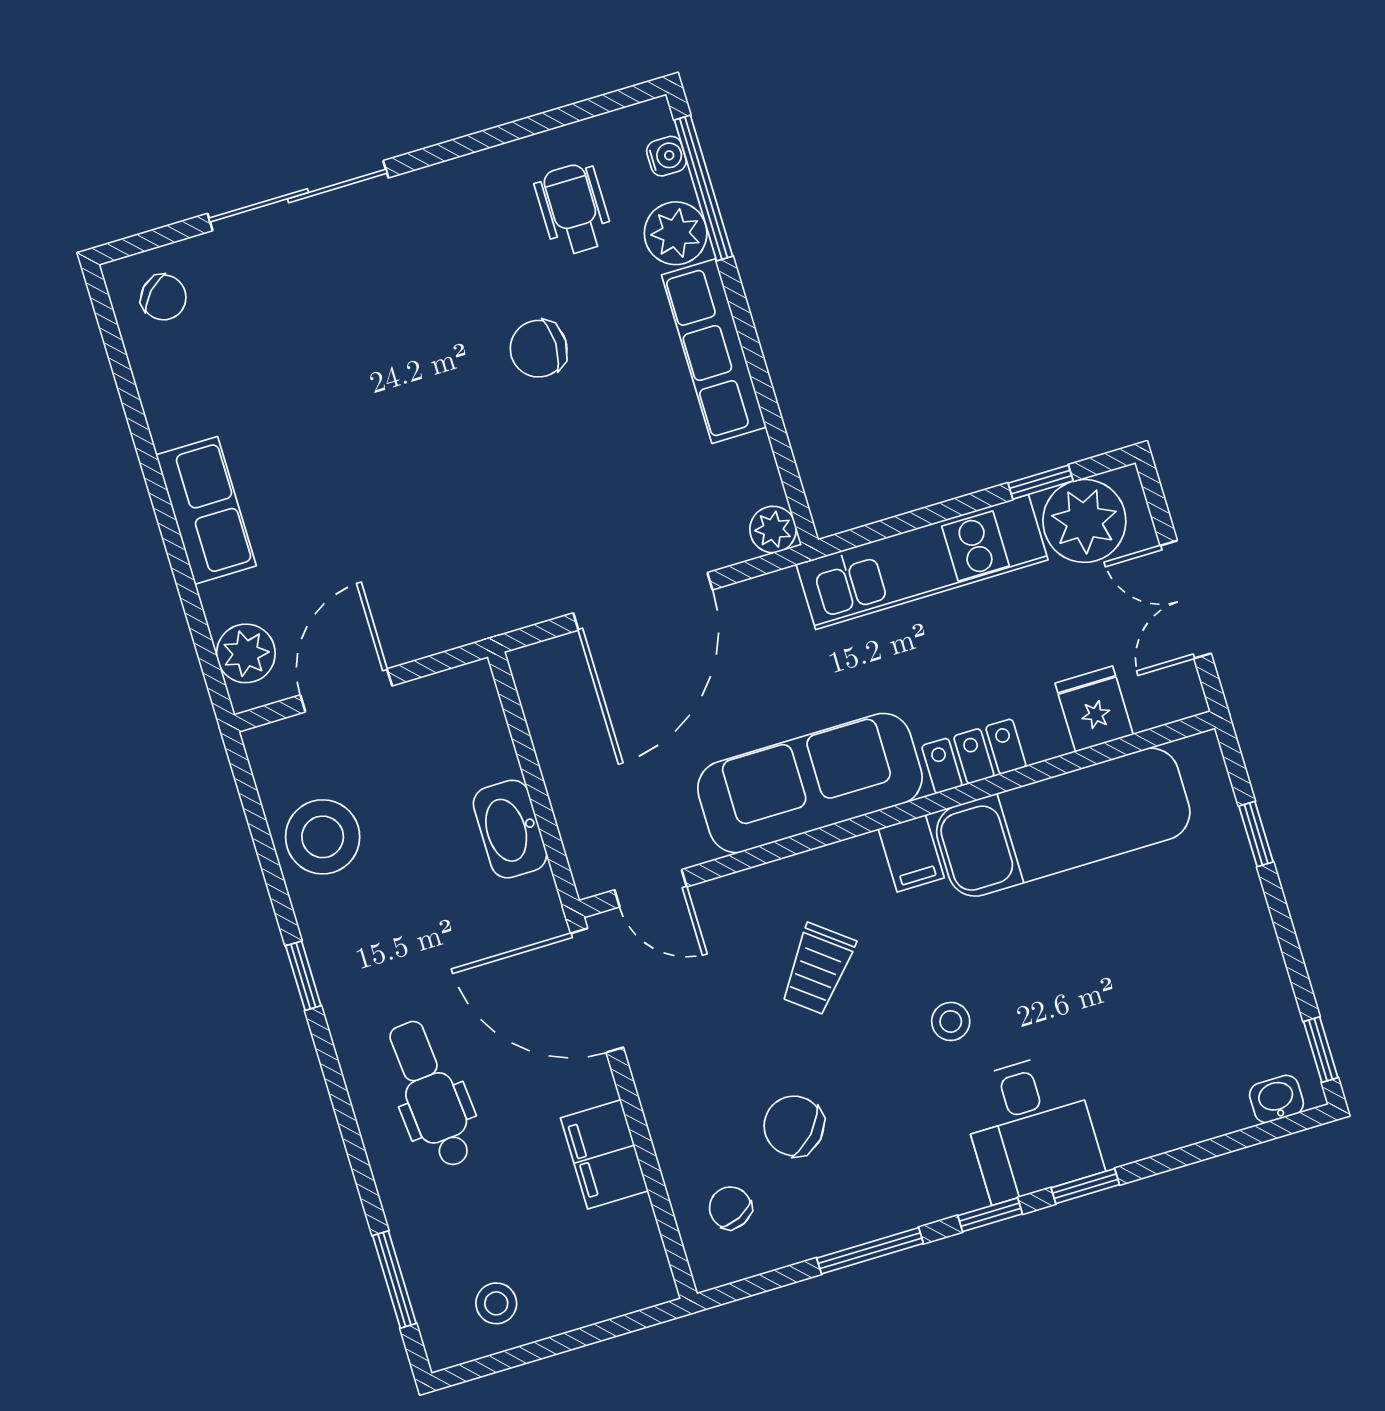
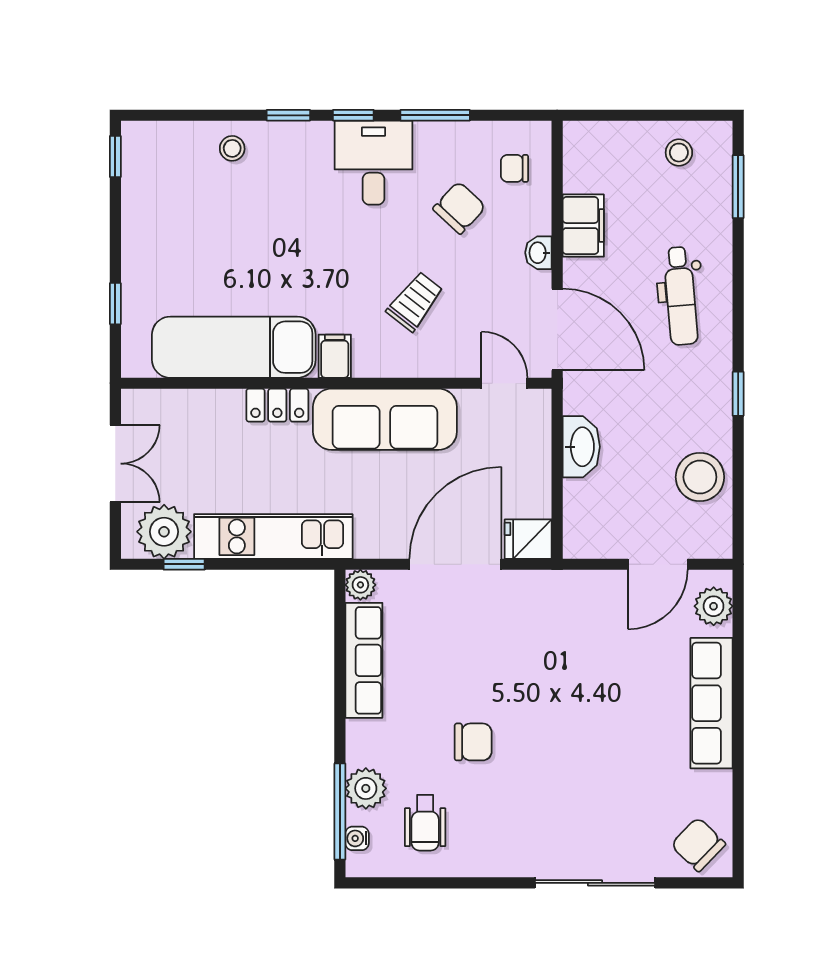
chair: (164, 297) -> (698, 844), width x1.37, depth x1.37
row of seats: (714, 351) -> (364, 660), moved
row of seats: (206, 510) -> (712, 703), width x1.48
fridge: (1094, 709) -> (528, 539), moved, turned 90
stool: (951, 1021) -> (232, 148), moved
washbasin: (1276, 1099) -> (538, 253), moved, turned 90
chair: (794, 1126) -> (459, 208), turned -90
desk: (1030, 1127) -> (373, 163), moved
chair: (730, 1208) -> (514, 168), turned 115

